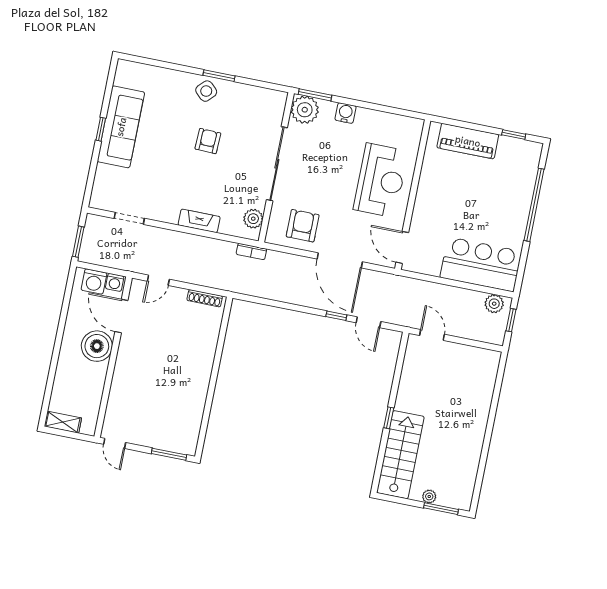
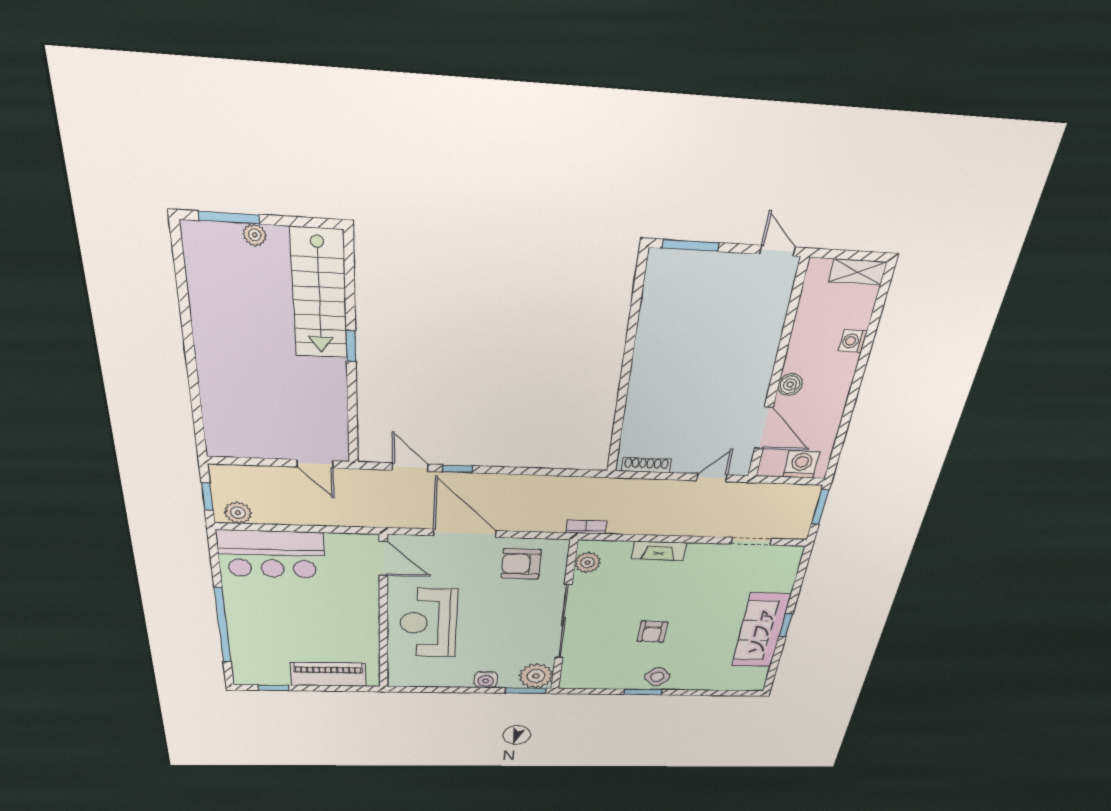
armchair: (303, 226) -> (521, 564), turned 90
washing machine: (115, 282) -> (853, 341), moved, turned -90
boiler: (97, 346) -> (790, 385), width x0.54, depth x0.54

